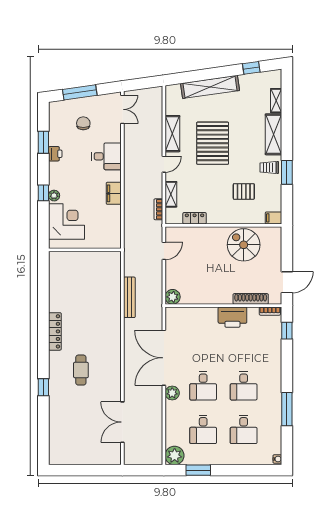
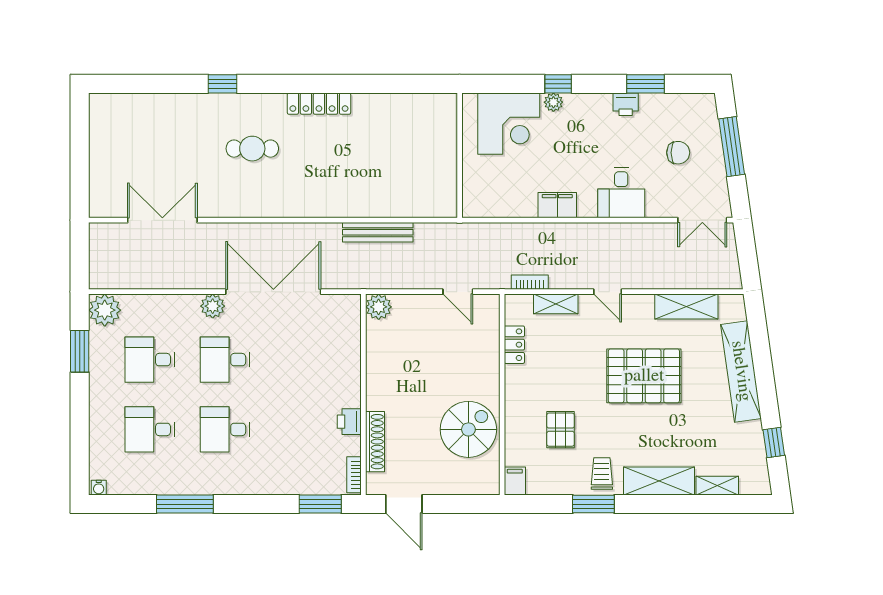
shelving: (172, 134) -> (686, 306), moved
printer: (232, 317) -> (349, 422), width x0.53, depth x0.68
window: (287, 331) -> (320, 504), width x1.50

